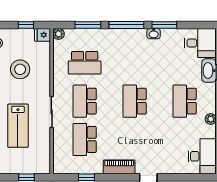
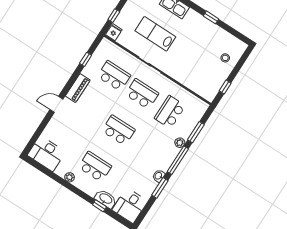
plant: (59, 34) -> (180, 143), moved
fridge: (42, 35) -> (114, 32), moved
stool: (20, 69) -> (195, 62), removed

